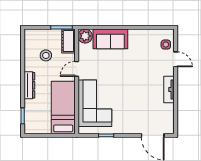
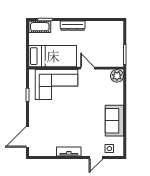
sofa: (110, 39) -> (114, 121), moved
cot: (68, 41) -> (40, 27), moved
stool: (46, 55) -> (100, 40), removed

